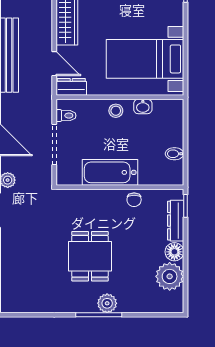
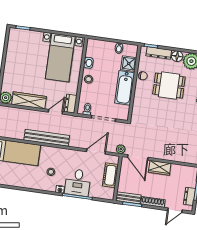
shower: (151, 173) -> (129, 64), added
dining table: (90, 256) -> (169, 86), moved

